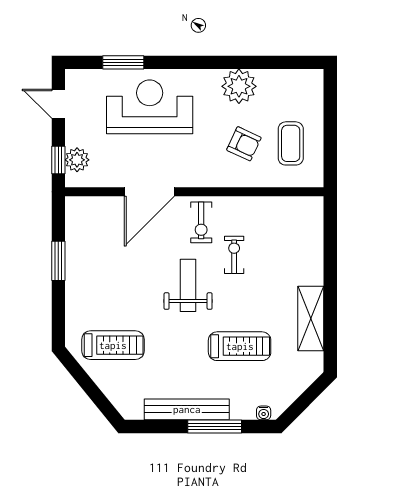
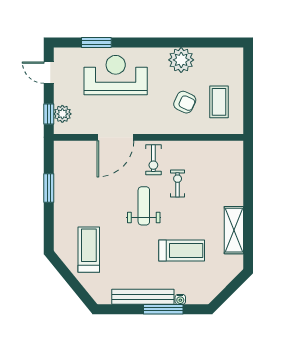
treadmill: (113, 345) -> (89, 250), turned -90
water cooler: (264, 413) -> (180, 299), moved

